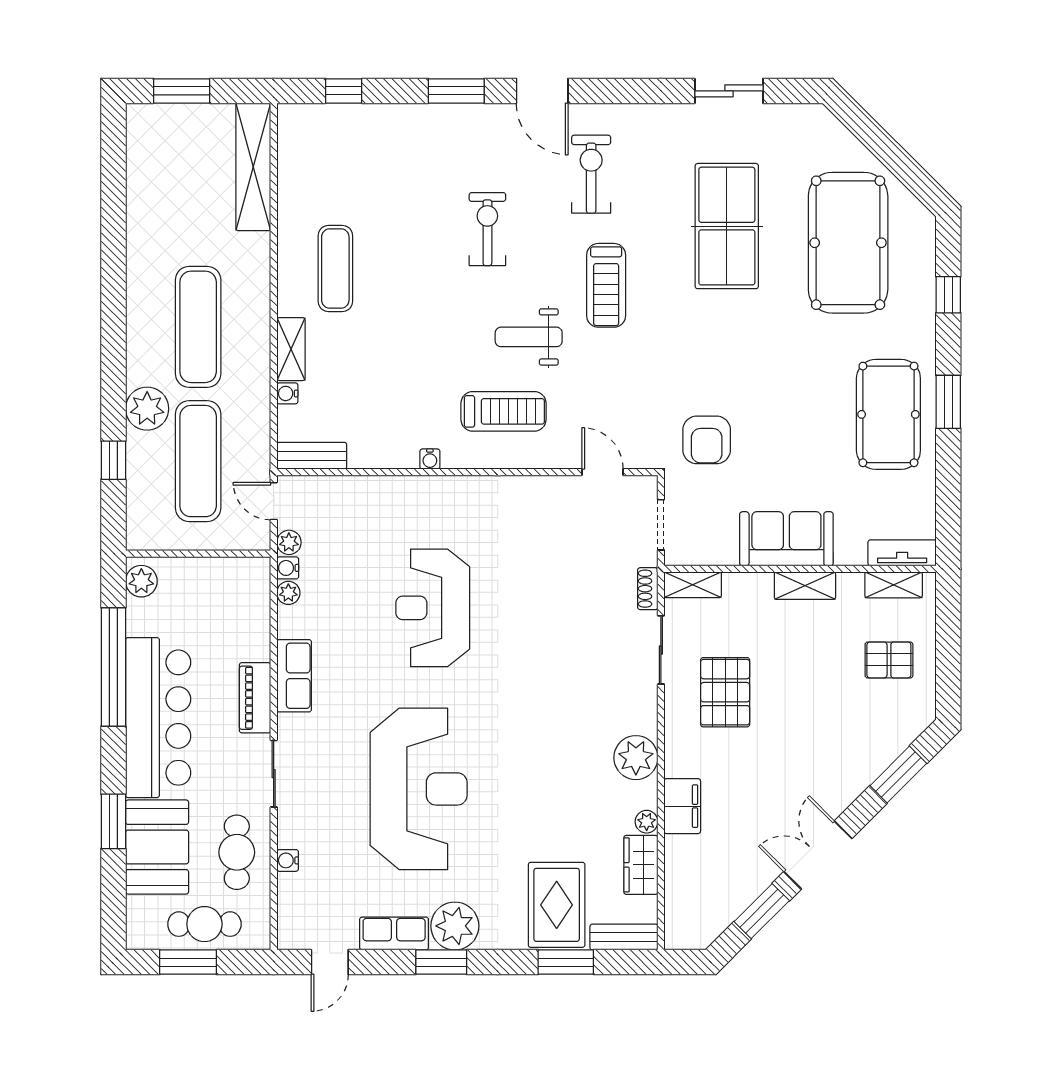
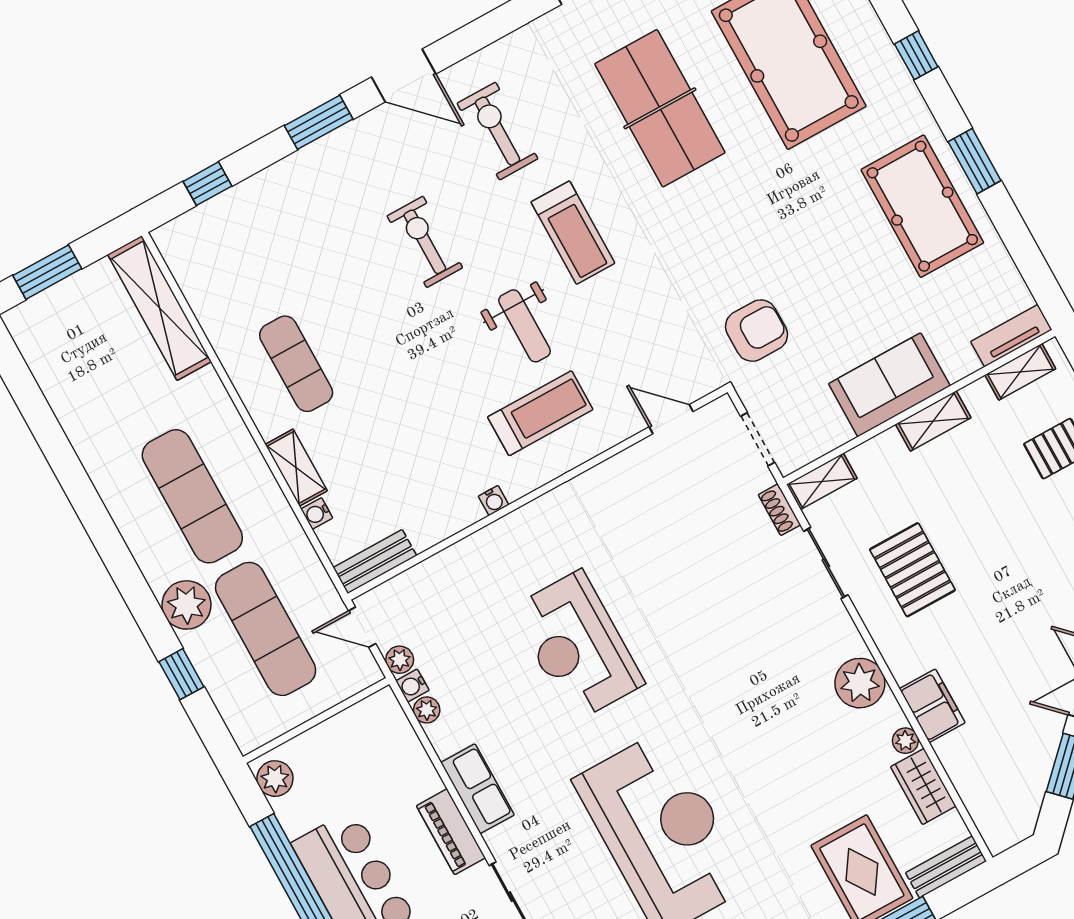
weight bench: (529, 337) -> (525, 326), turned -90
armchair: (707, 440) -> (757, 331), turned -90

